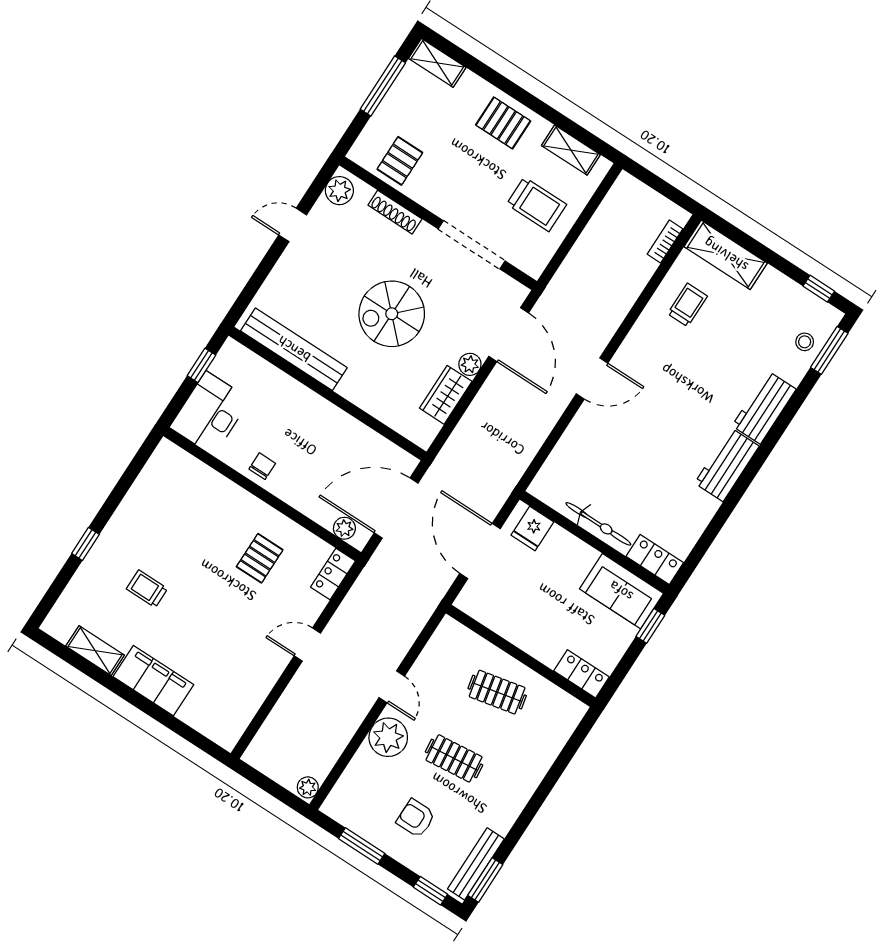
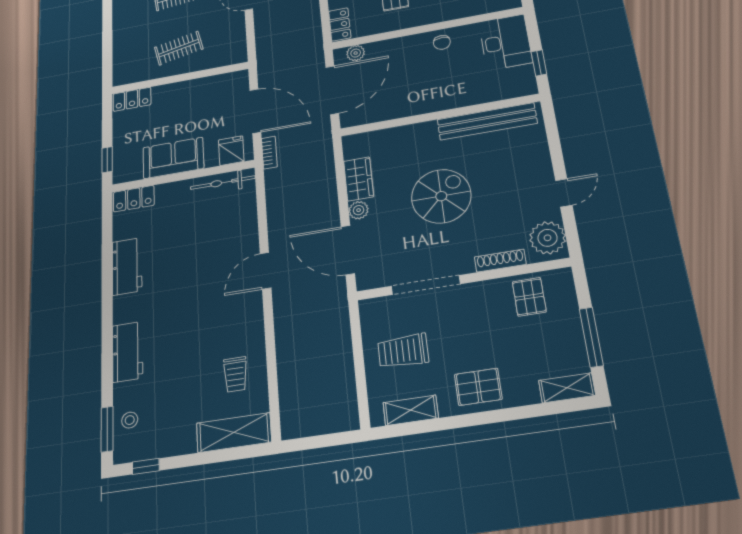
plant: (339, 191) -> (548, 238), width x1.36, depth x1.36
bookcase: (665, 242) -> (269, 153), moved
workbench: (727, 465) -> (127, 266), moved
bicycle: (598, 524) -> (223, 183), moved
sofa: (621, 591) -> (173, 158), moved

